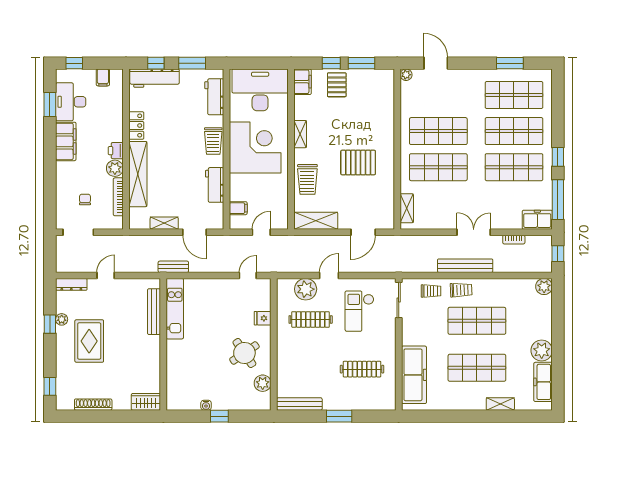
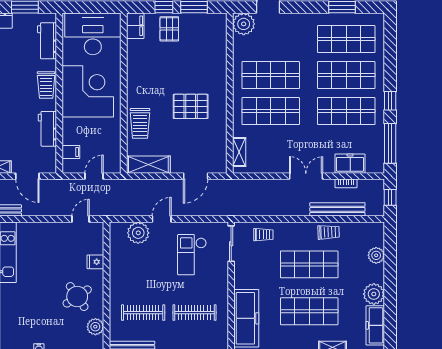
plant: (406, 75) -> (244, 24), width x1.88, depth x1.88
shelving: (300, 134) -> (133, 78), removed
freezer: (537, 220) -> (350, 164), moved
bench: (465, 266) -> (337, 209), moved
plant: (544, 286) -> (376, 255), moved
trolley: (461, 290) -> (329, 232), moved
clothes rail: (311, 319) -> (143, 313), moved

